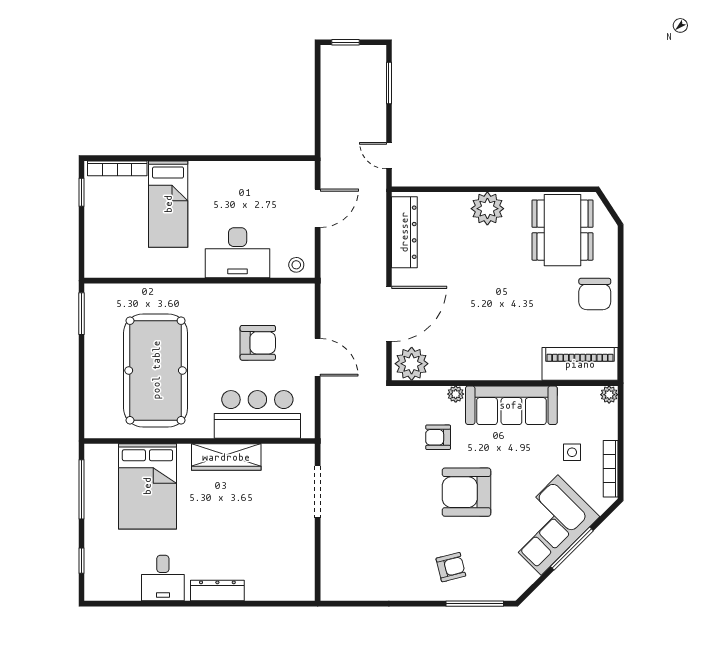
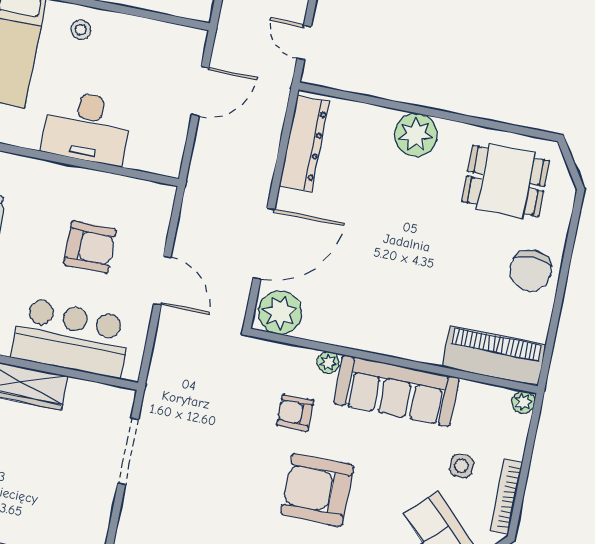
dining table: (563, 230) -> (506, 181), width x0.73
stool: (296, 265) -> (81, 30), moved

